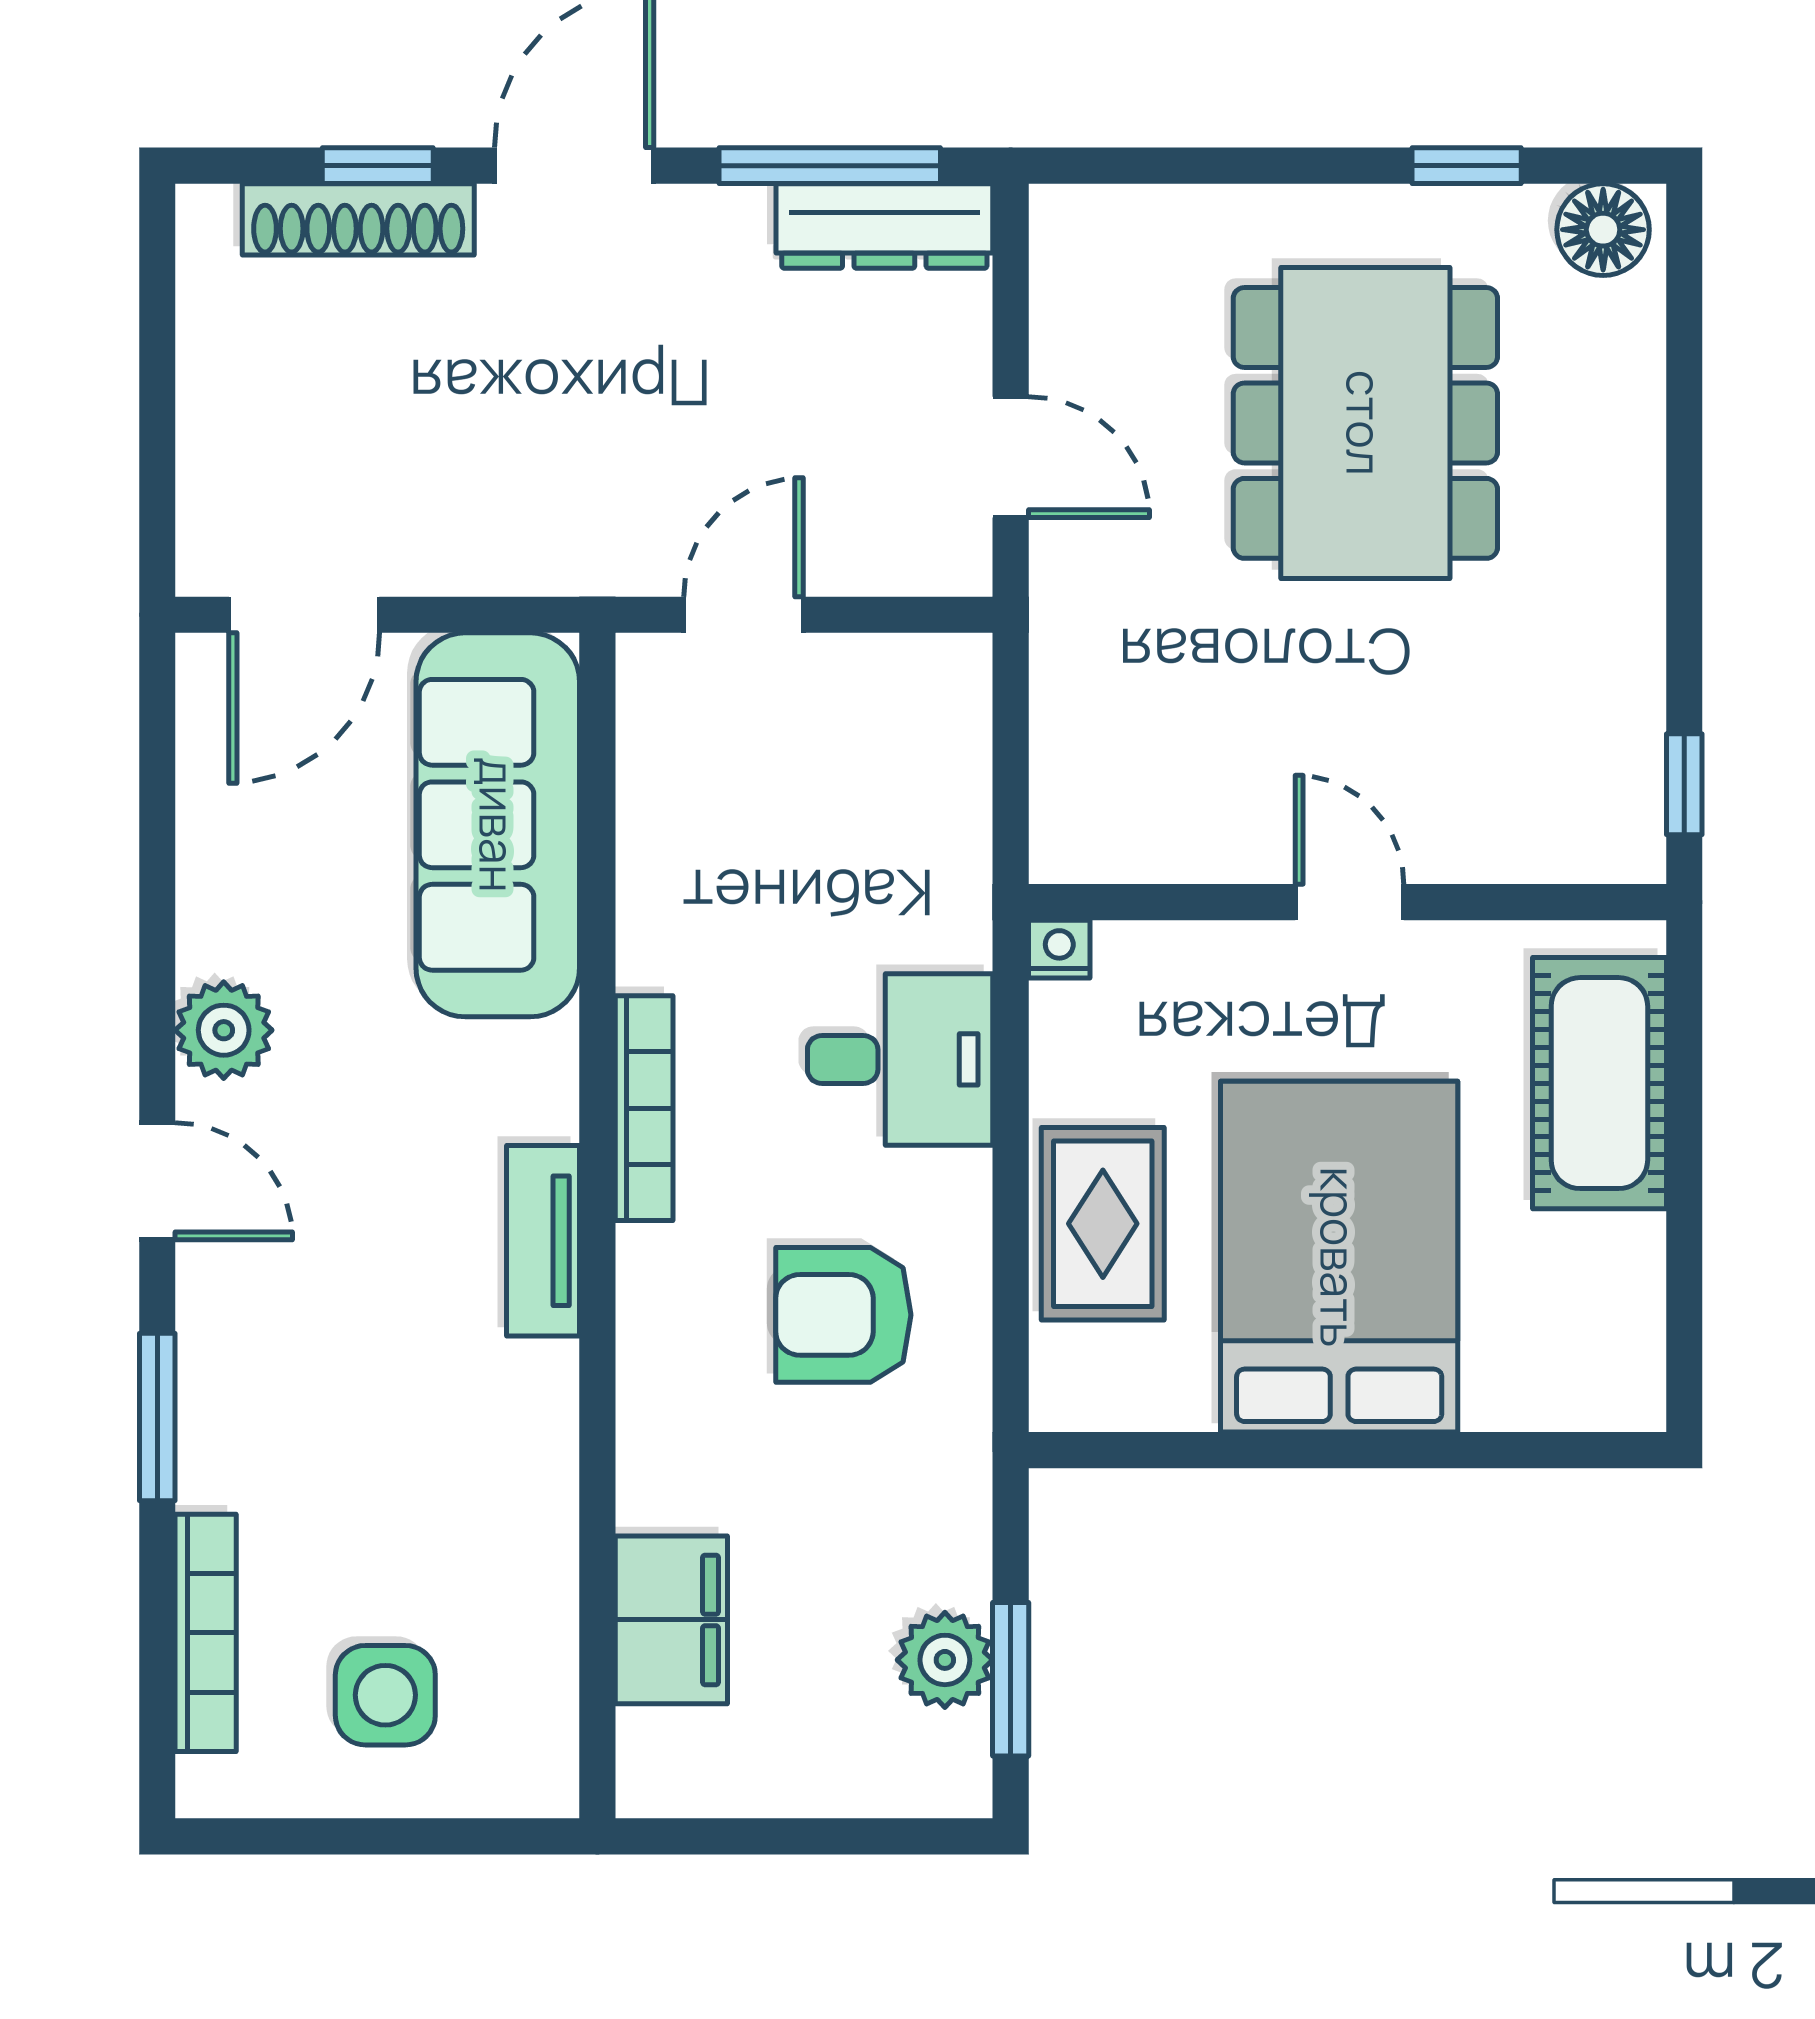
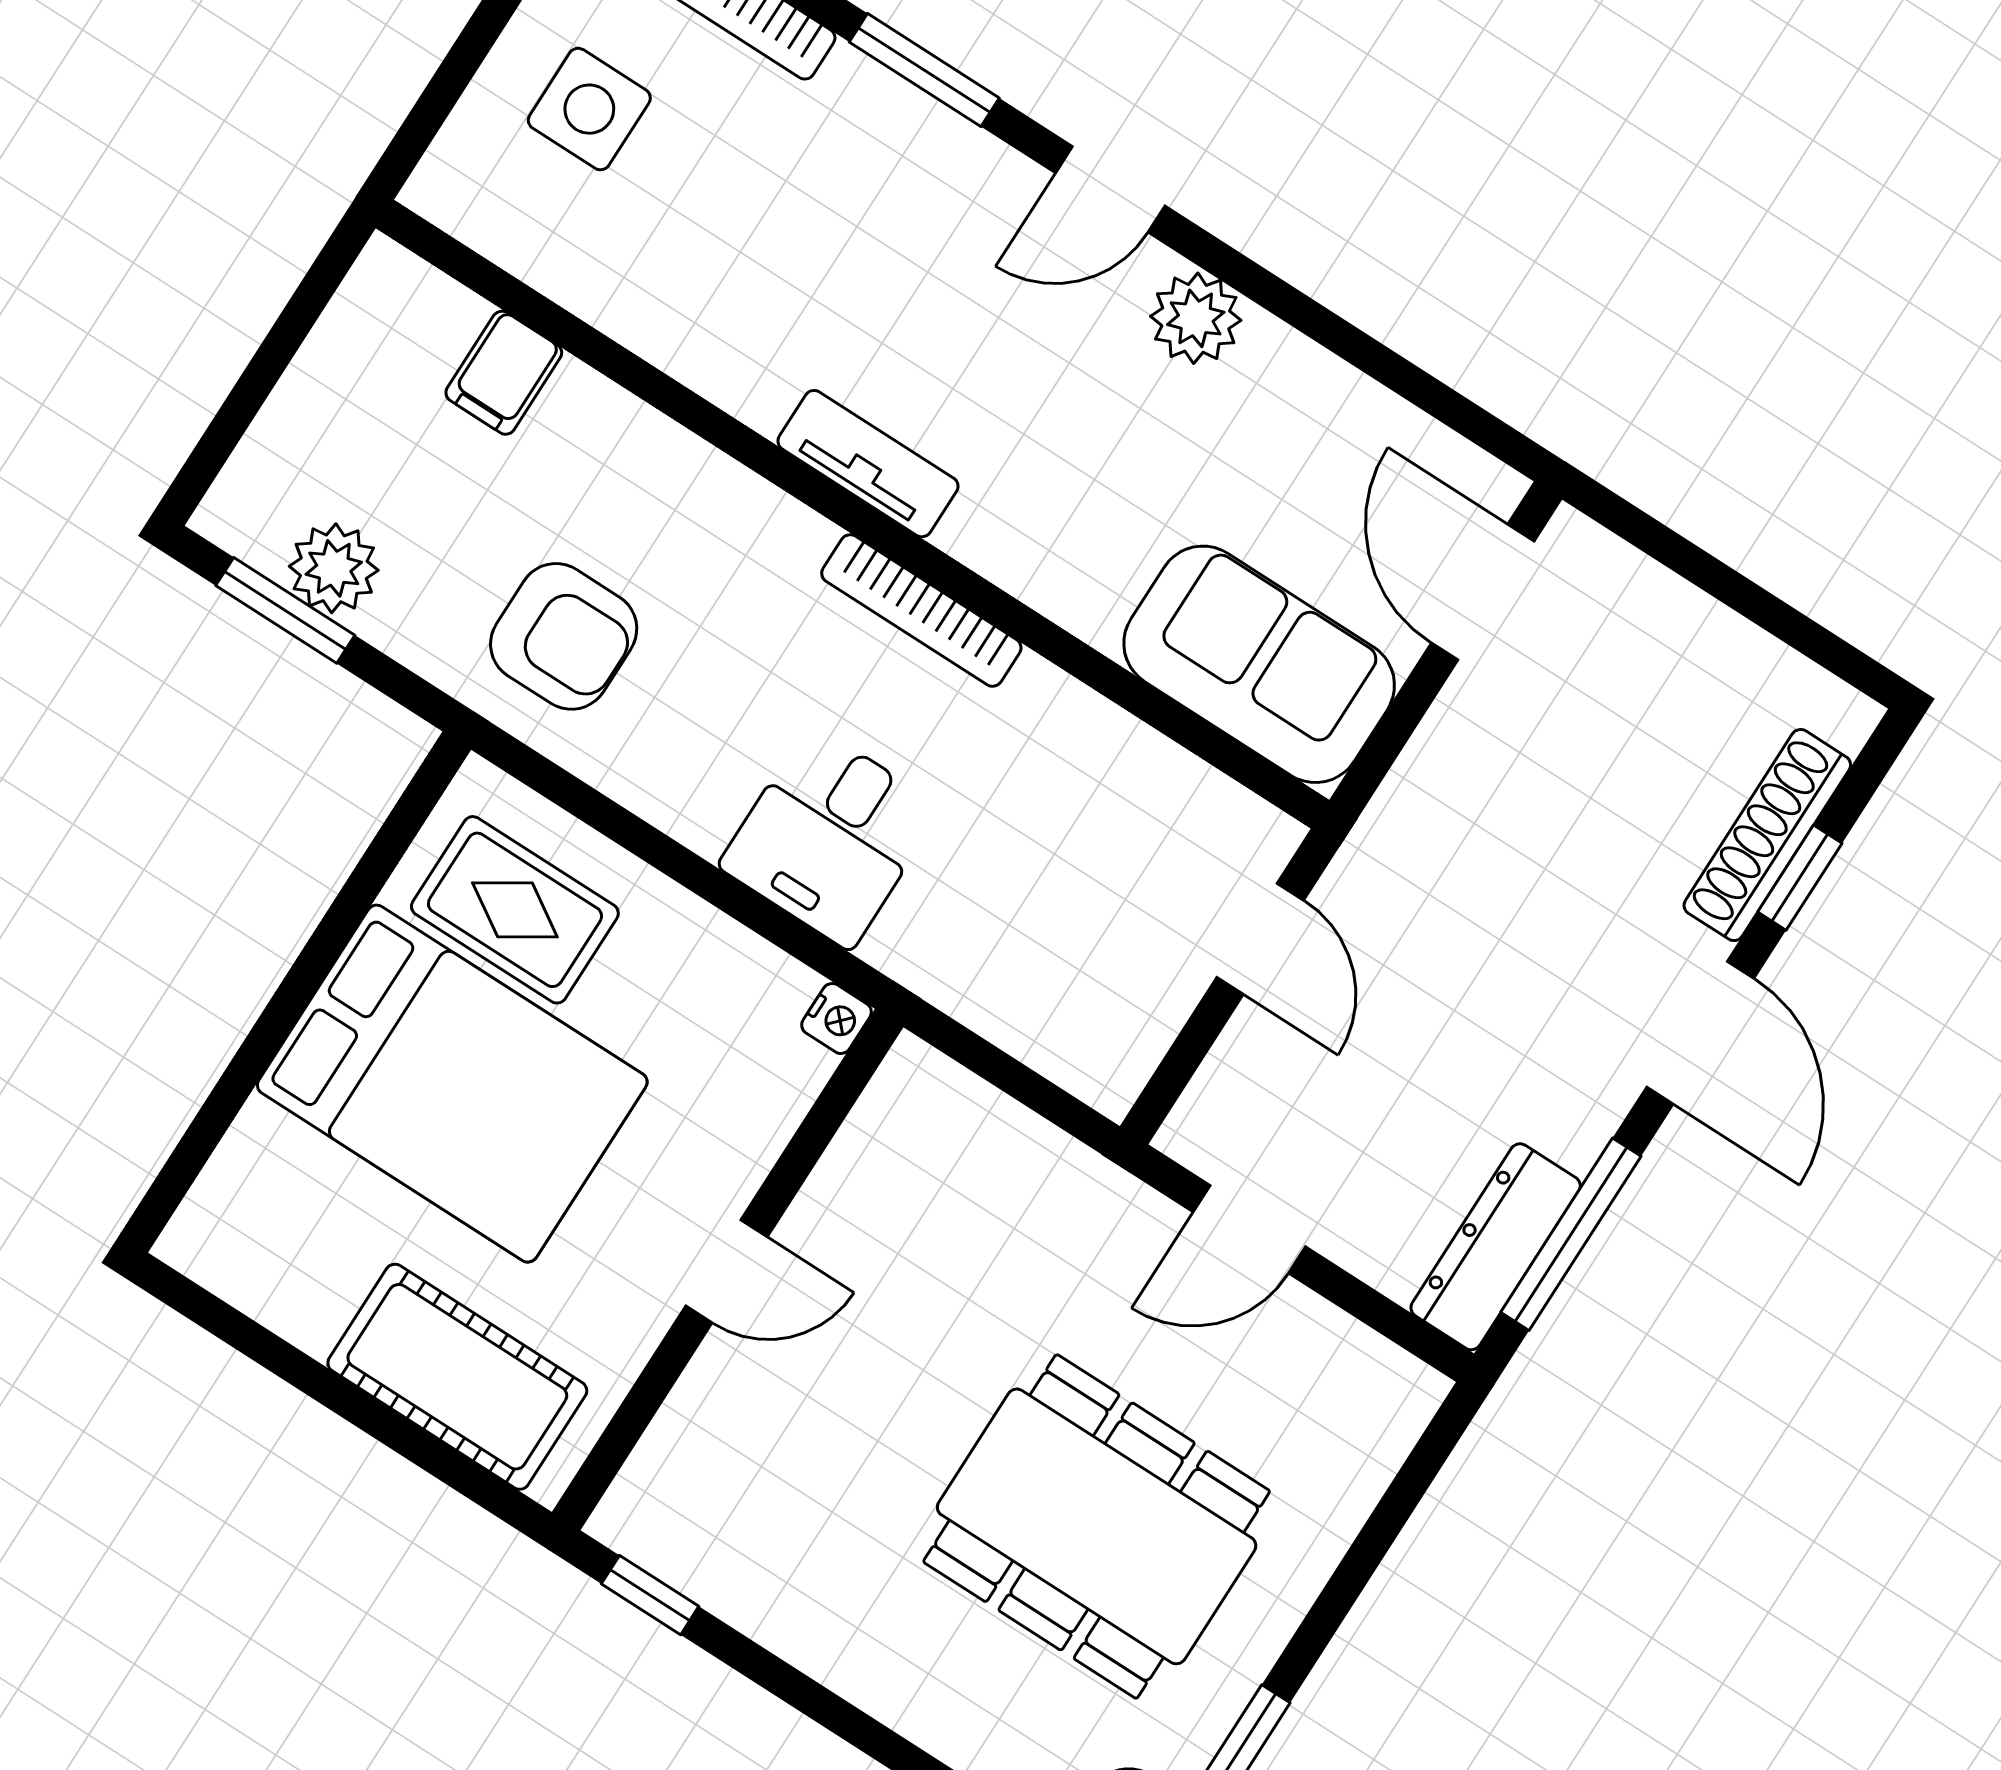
sofa: (498, 825) -> (1259, 664), width x0.73
rug: (1103, 1224) -> (515, 910), moved
armchair: (843, 1315) -> (564, 636), moved, turned 90
filing cabinet: (671, 1620) -> (504, 373), width x0.50

